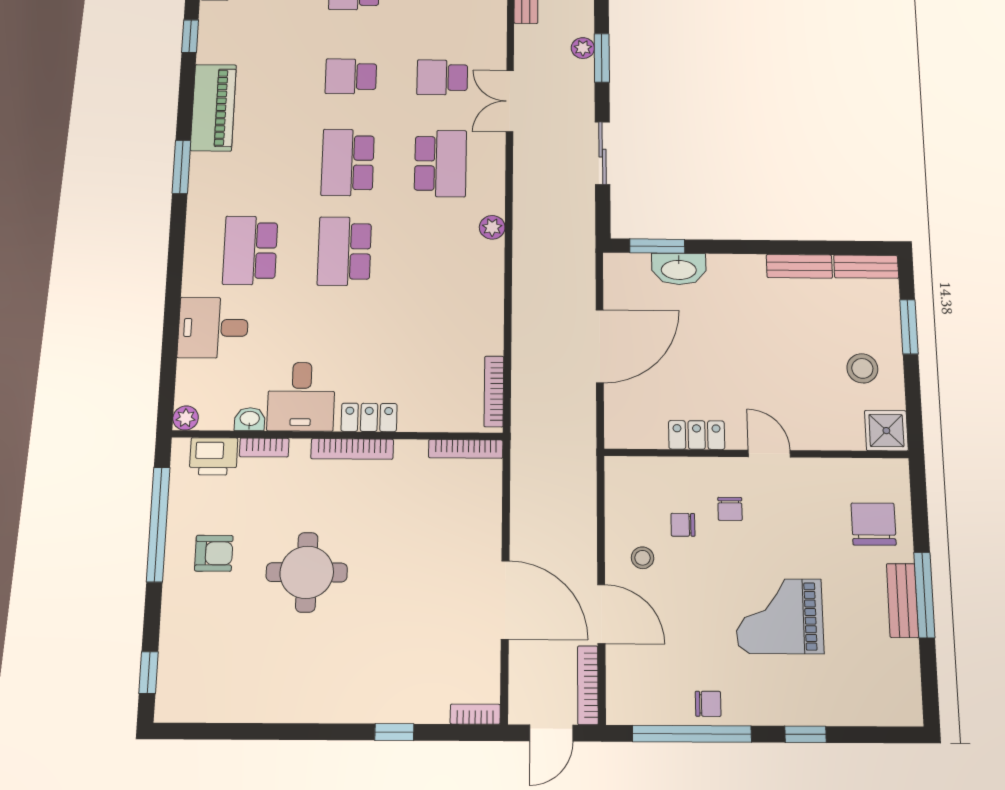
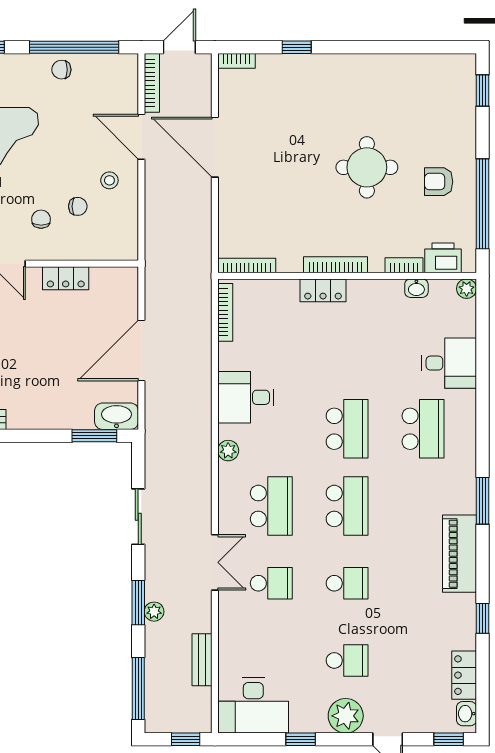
school desk: (440, 163) -> (271, 506), turned 180
washbasin: (679, 269) -> (117, 416), moved
desk: (301, 397) -> (246, 397), moved, turned -90

